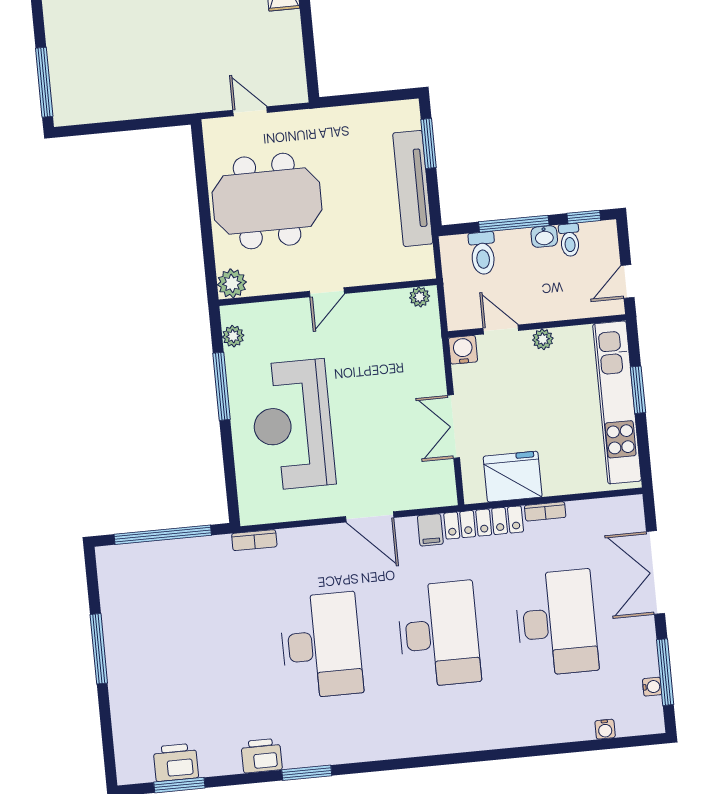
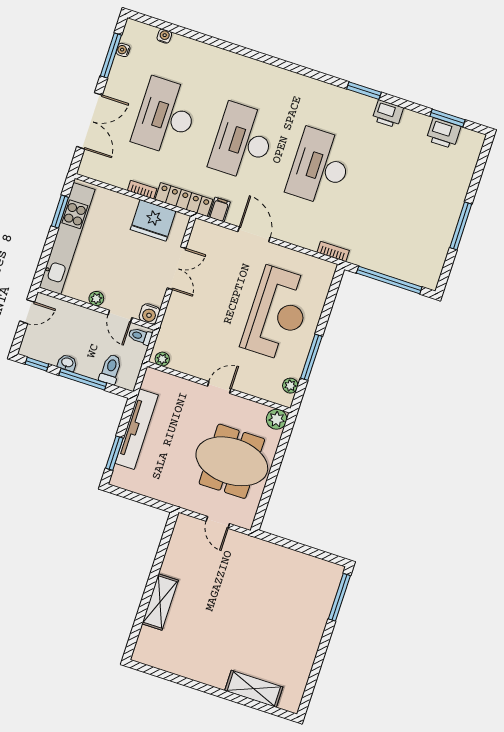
toilet: (570, 240) -> (140, 336), moved, turned -90
window: (638, 390) -> (60, 212), moved

